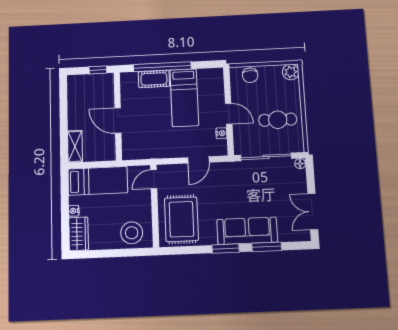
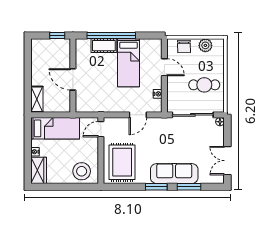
plant: (291, 72) -> (205, 45), moved
door: (229, 114) -> (164, 67), moved

